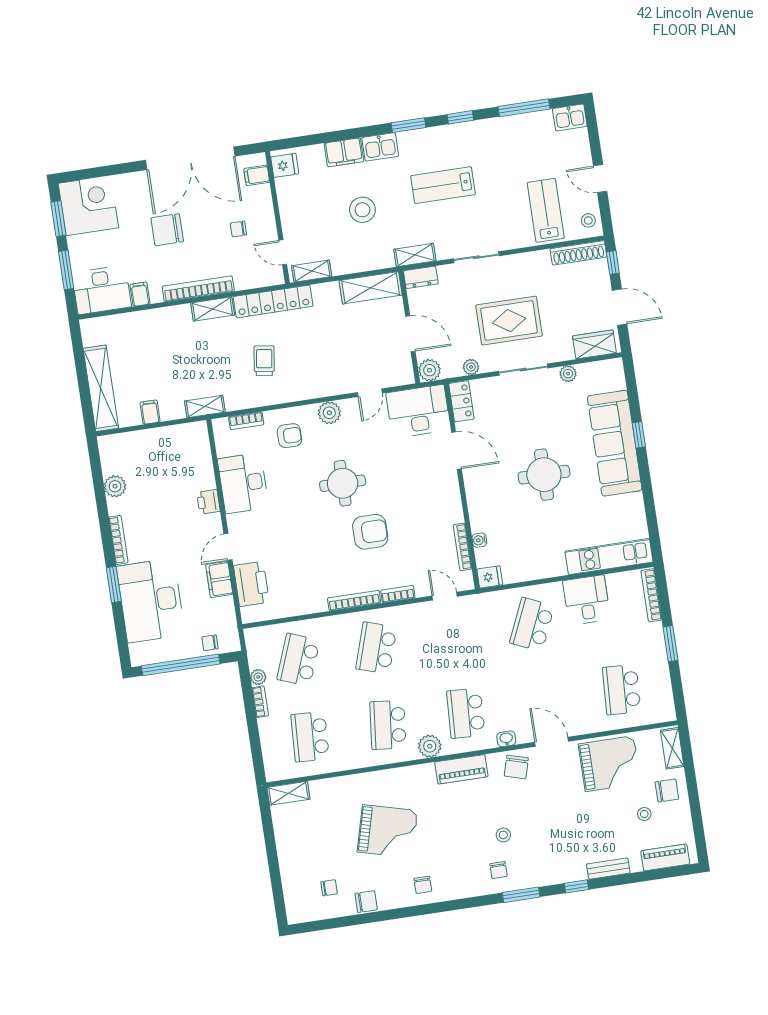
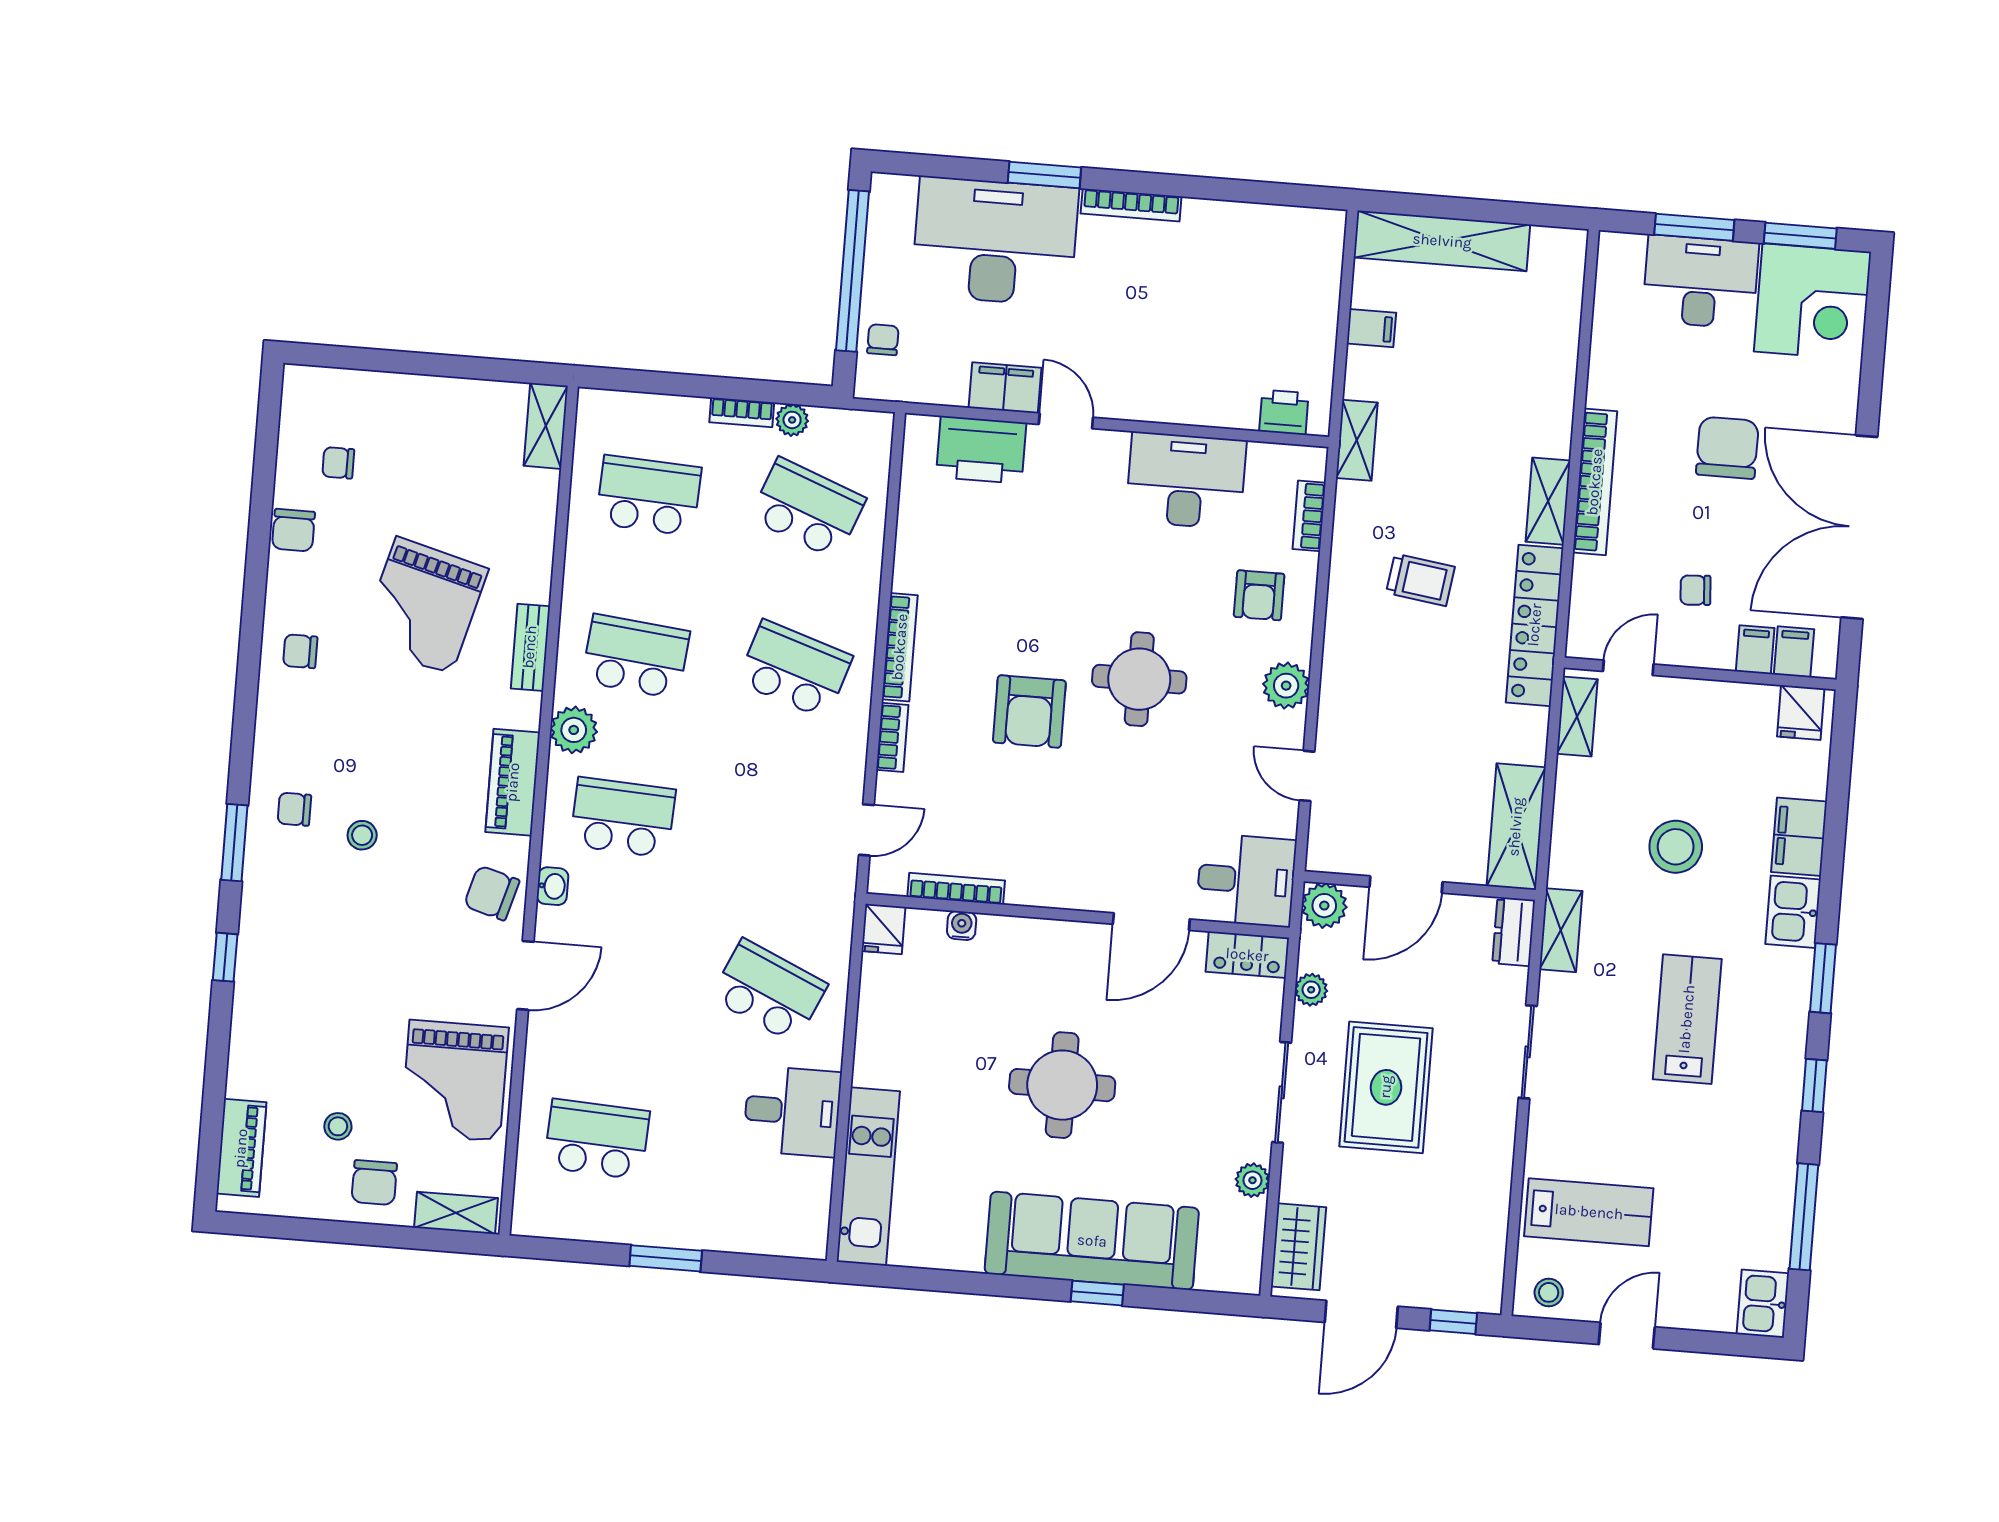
chair: (238, 229) -> (1695, 590), turned -94
shoe rack: (578, 253) -> (1489, 1258), removed
desk: (102, 290) -> (1700, 282), moved, turned 90
filing cabinet: (140, 294) -> (1755, 650), moved, turned -90
desk: (418, 411) -> (1246, 880), width x0.73
plant: (115, 486) -> (1240, 224), removed
printer: (208, 502) -> (1284, 412), moved
bookcase: (651, 595) -> (771, 1243), removed
bench: (608, 869) -> (530, 647), moved
chair: (329, 888) -> (338, 463), turned 90

